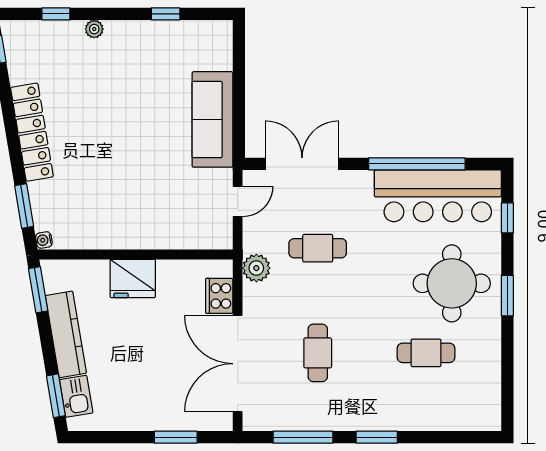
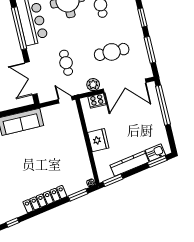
door: (238, 201) -> (65, 100), moved
plant: (256, 268) -> (93, 85), moved
cafe table: (318, 353) -> (112, 52), width x1.37, depth x1.35
window: (176, 437) -> (163, 105), width x2.11

